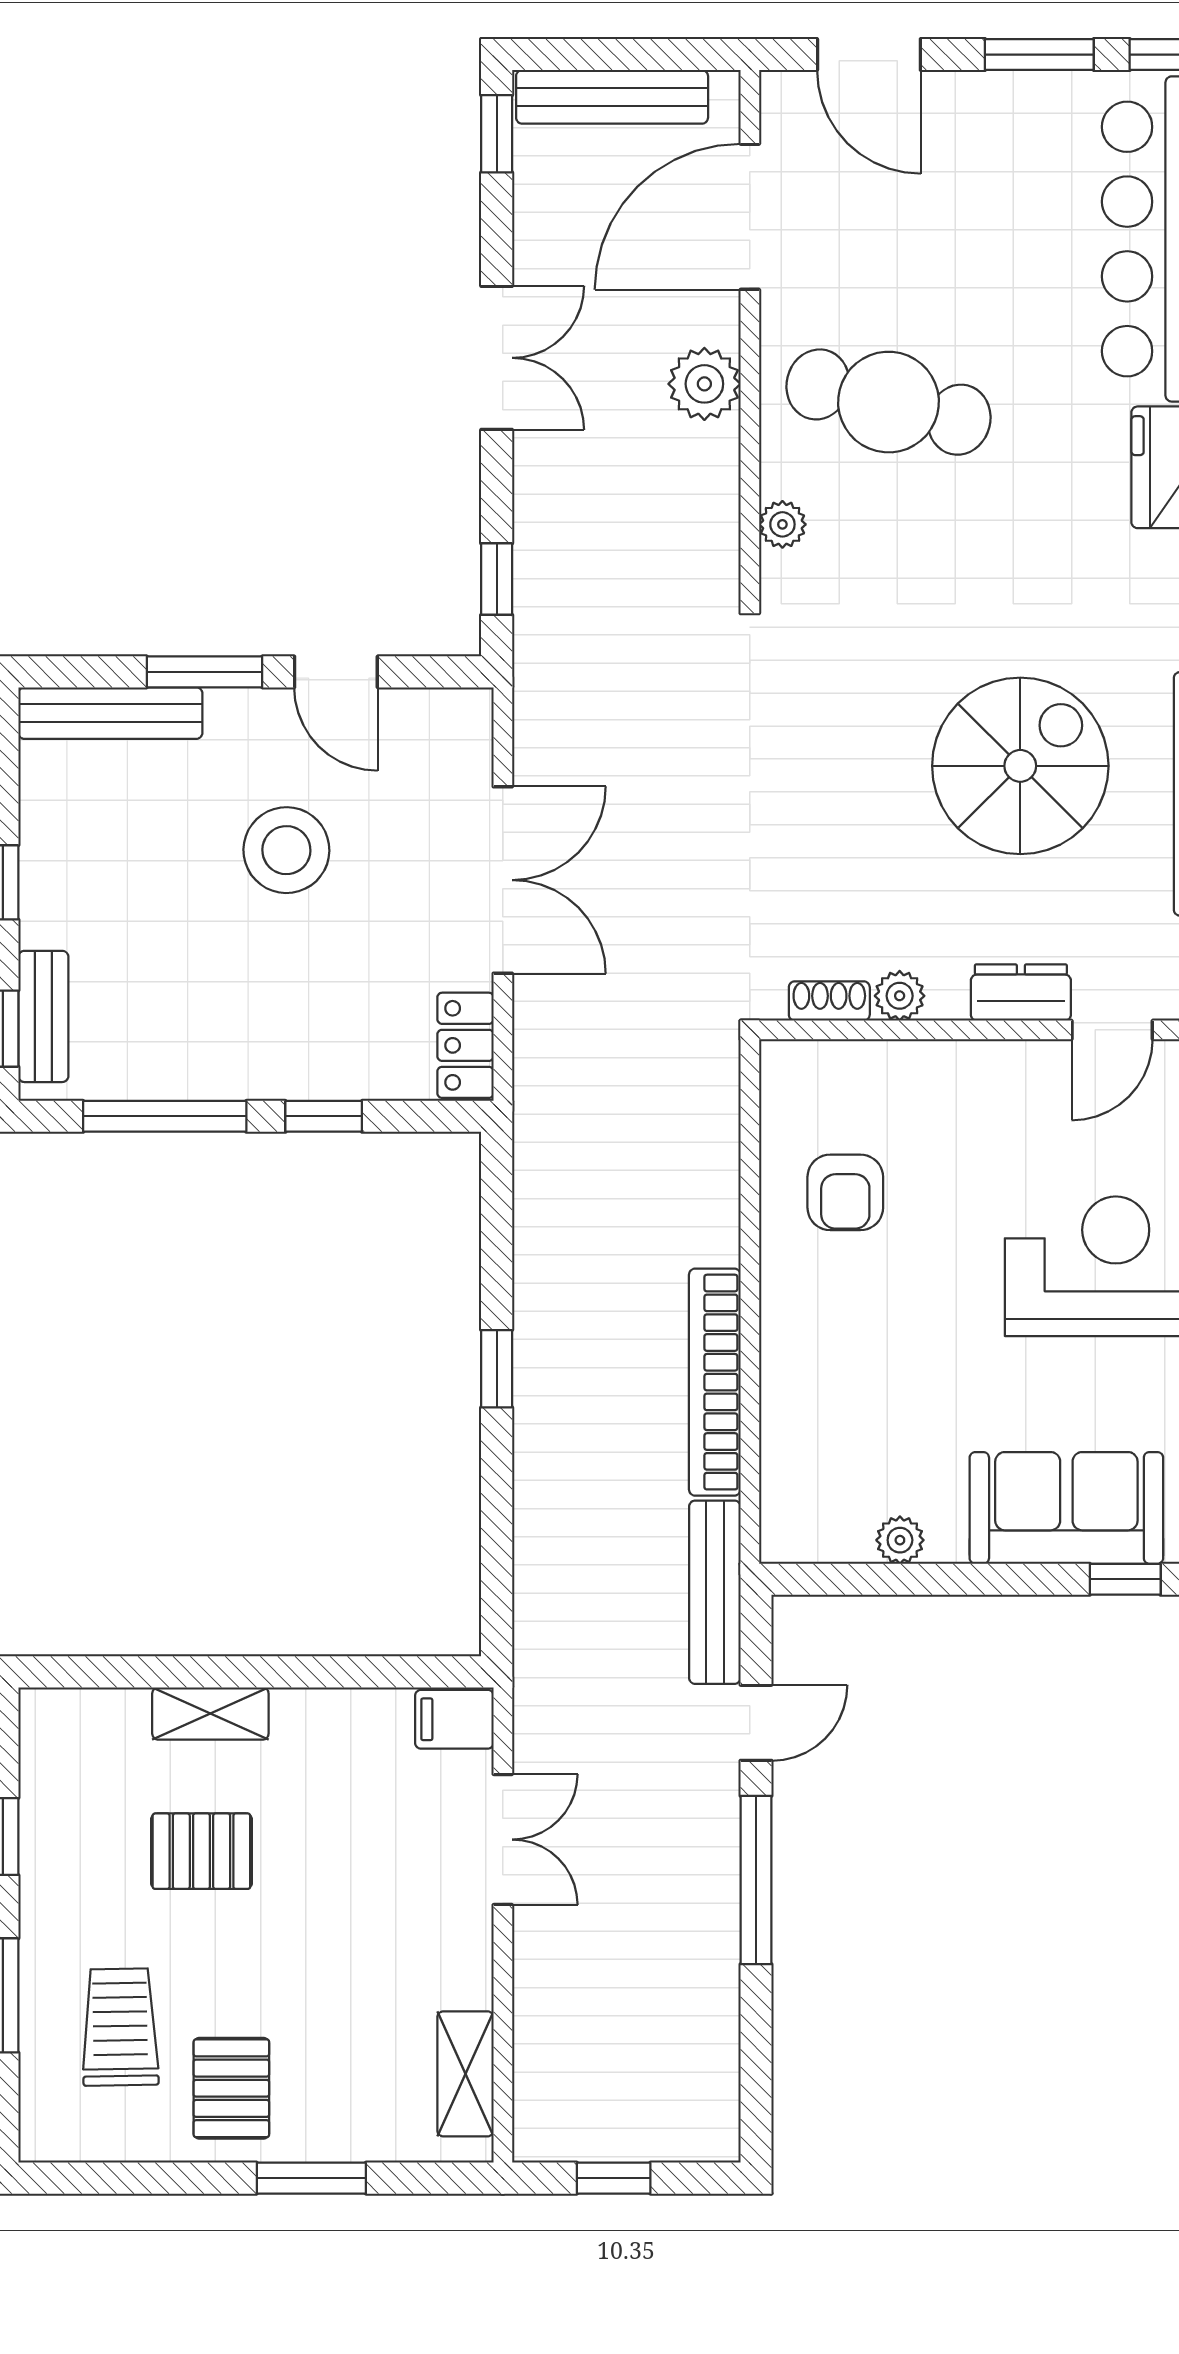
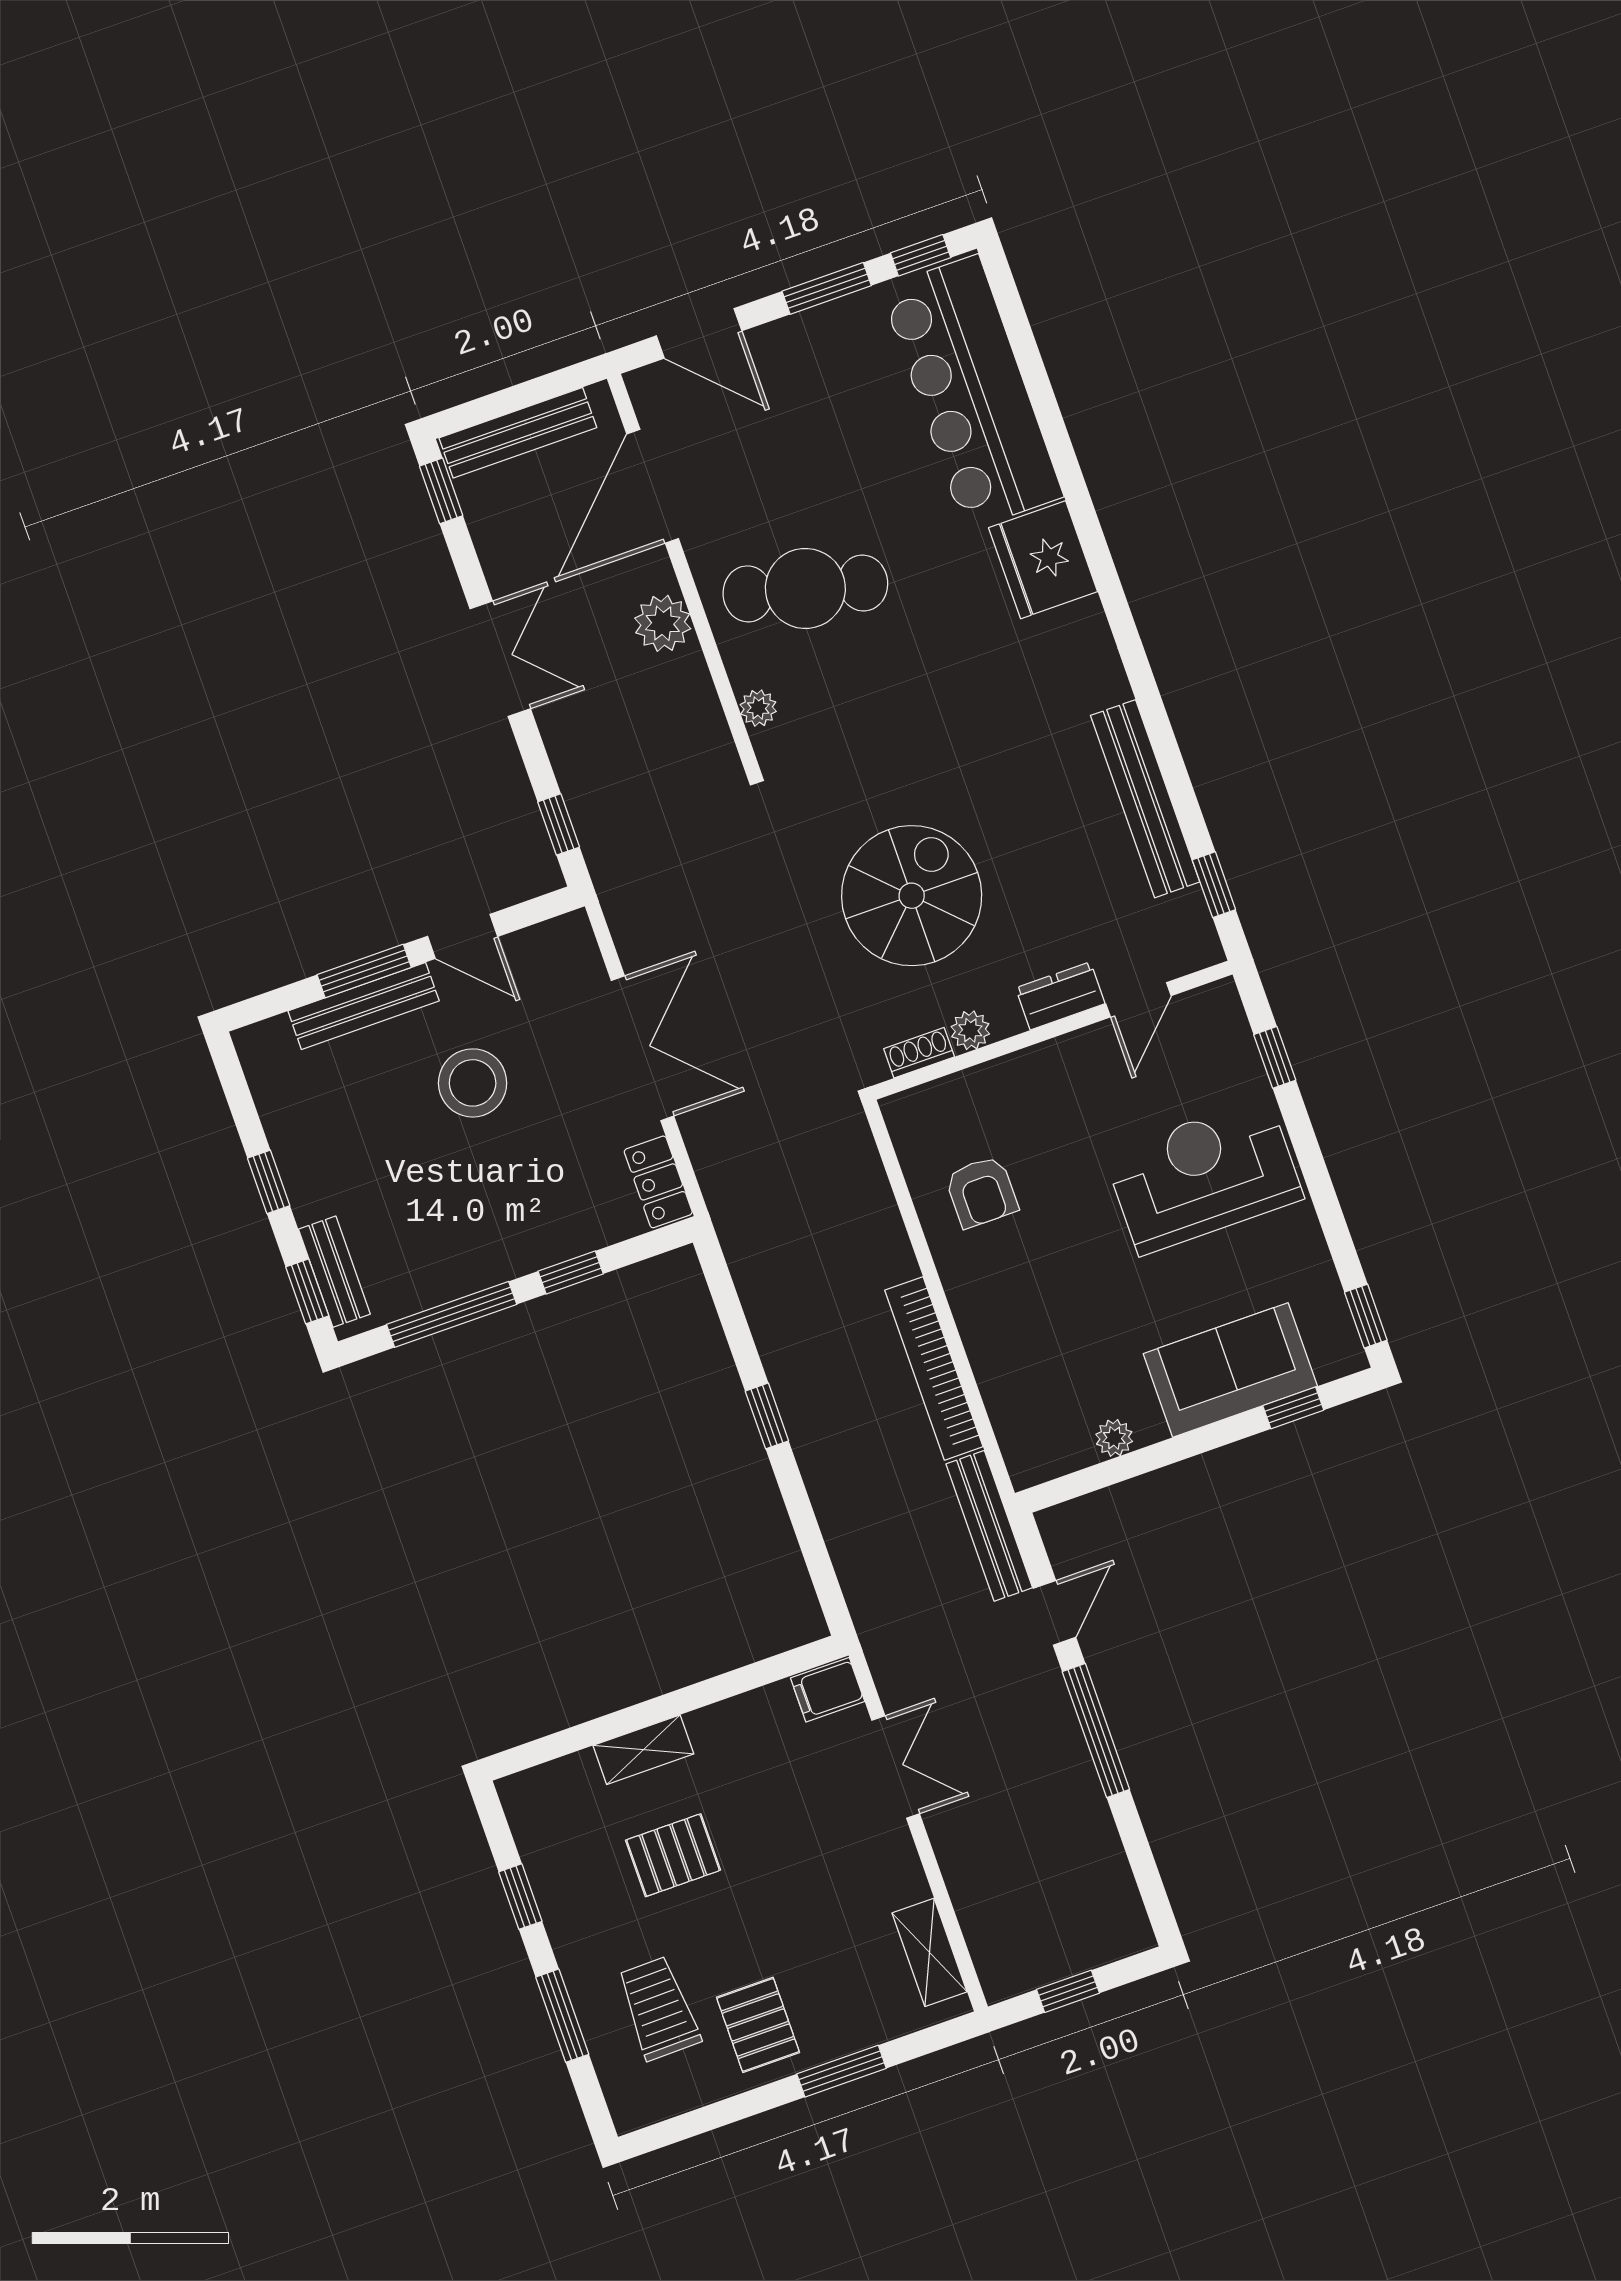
bench: (110, 713) -> (364, 1006), moved
spiral stairs: (1020, 766) -> (912, 896), moved

